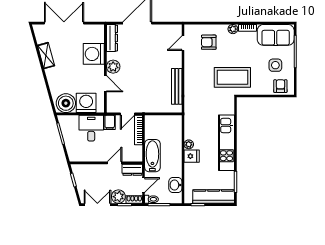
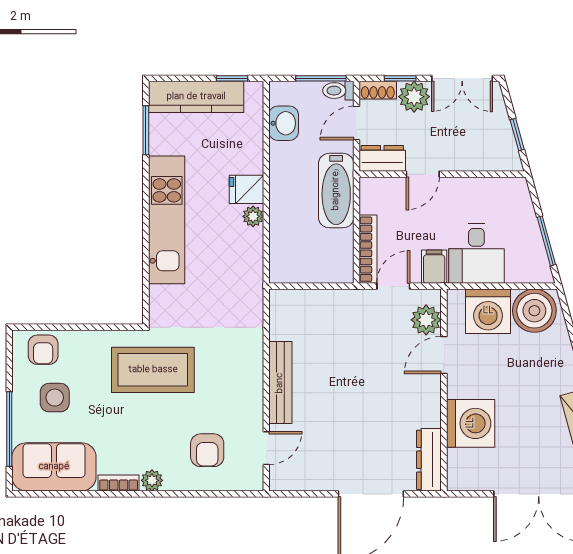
armchair: (209, 42) -> (207, 450), turned 90
plant: (113, 67) -> (426, 320), moved
door: (105, 84) -> (444, 355), hinge flipped
bench: (177, 86) -> (280, 383), moved

